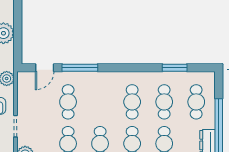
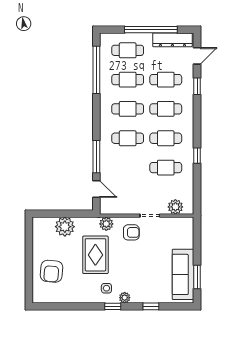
window: (175, 68) -> (96, 70), width x2.11
cafe table: (68, 102) -> (128, 138), moved

